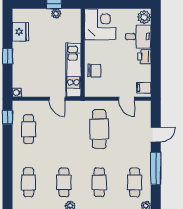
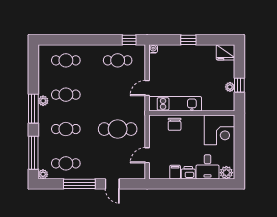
fridge: (20, 32) -> (226, 52), moved
filing cabinet: (144, 88) -> (175, 172), moved

